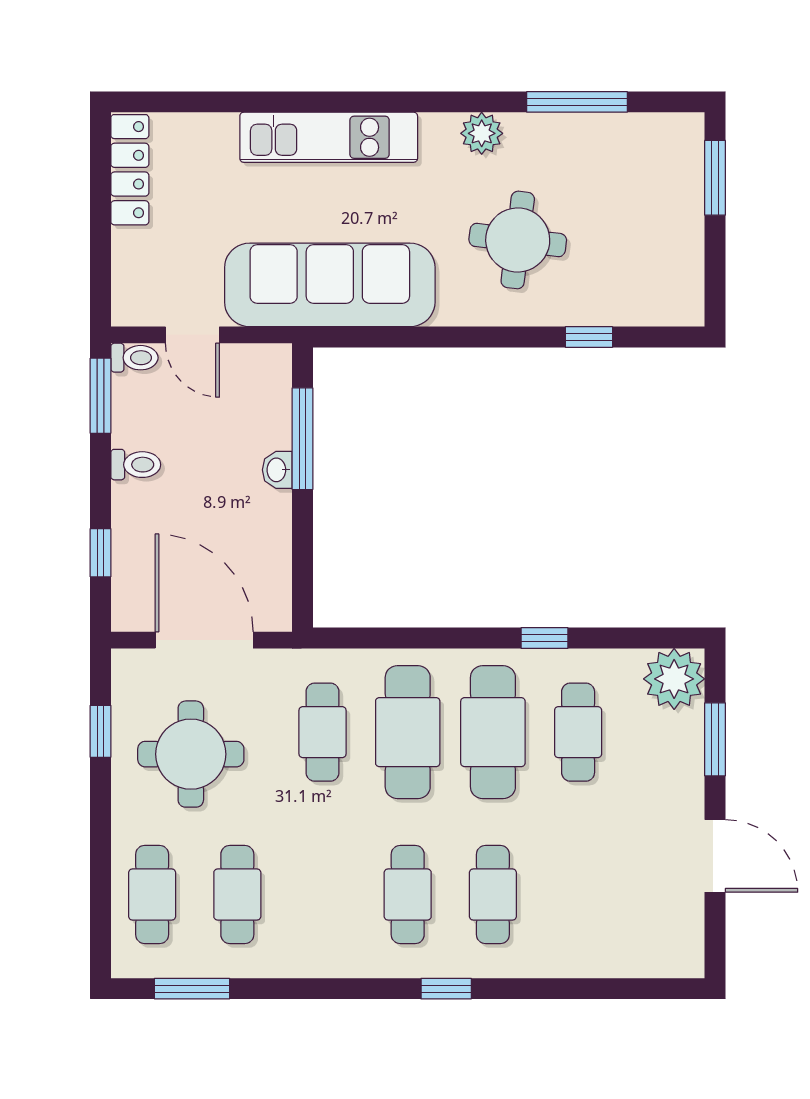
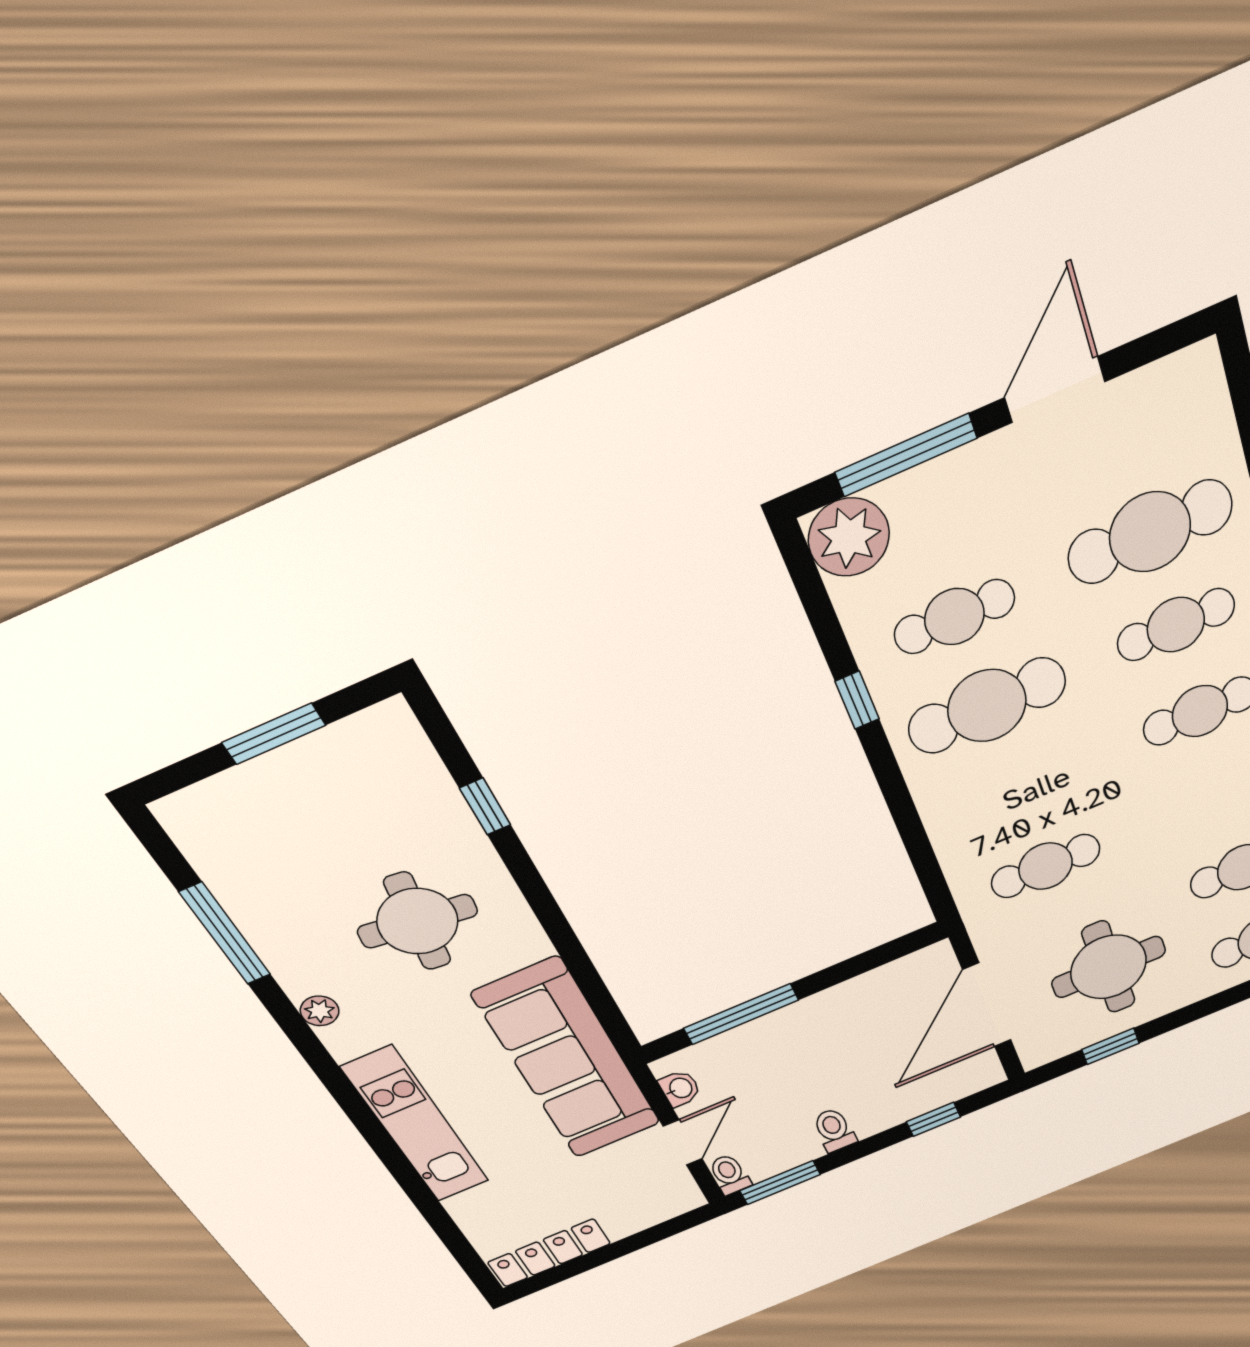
plant: (482, 133) -> (320, 1011), width x0.73, depth x0.73
window: (715, 178) -> (274, 734), moved
washbasin: (277, 470) -> (680, 1088), moved, turned -90
cafe table: (408, 732) -> (1150, 532), moved
window: (715, 739) -> (906, 455), width x1.44

